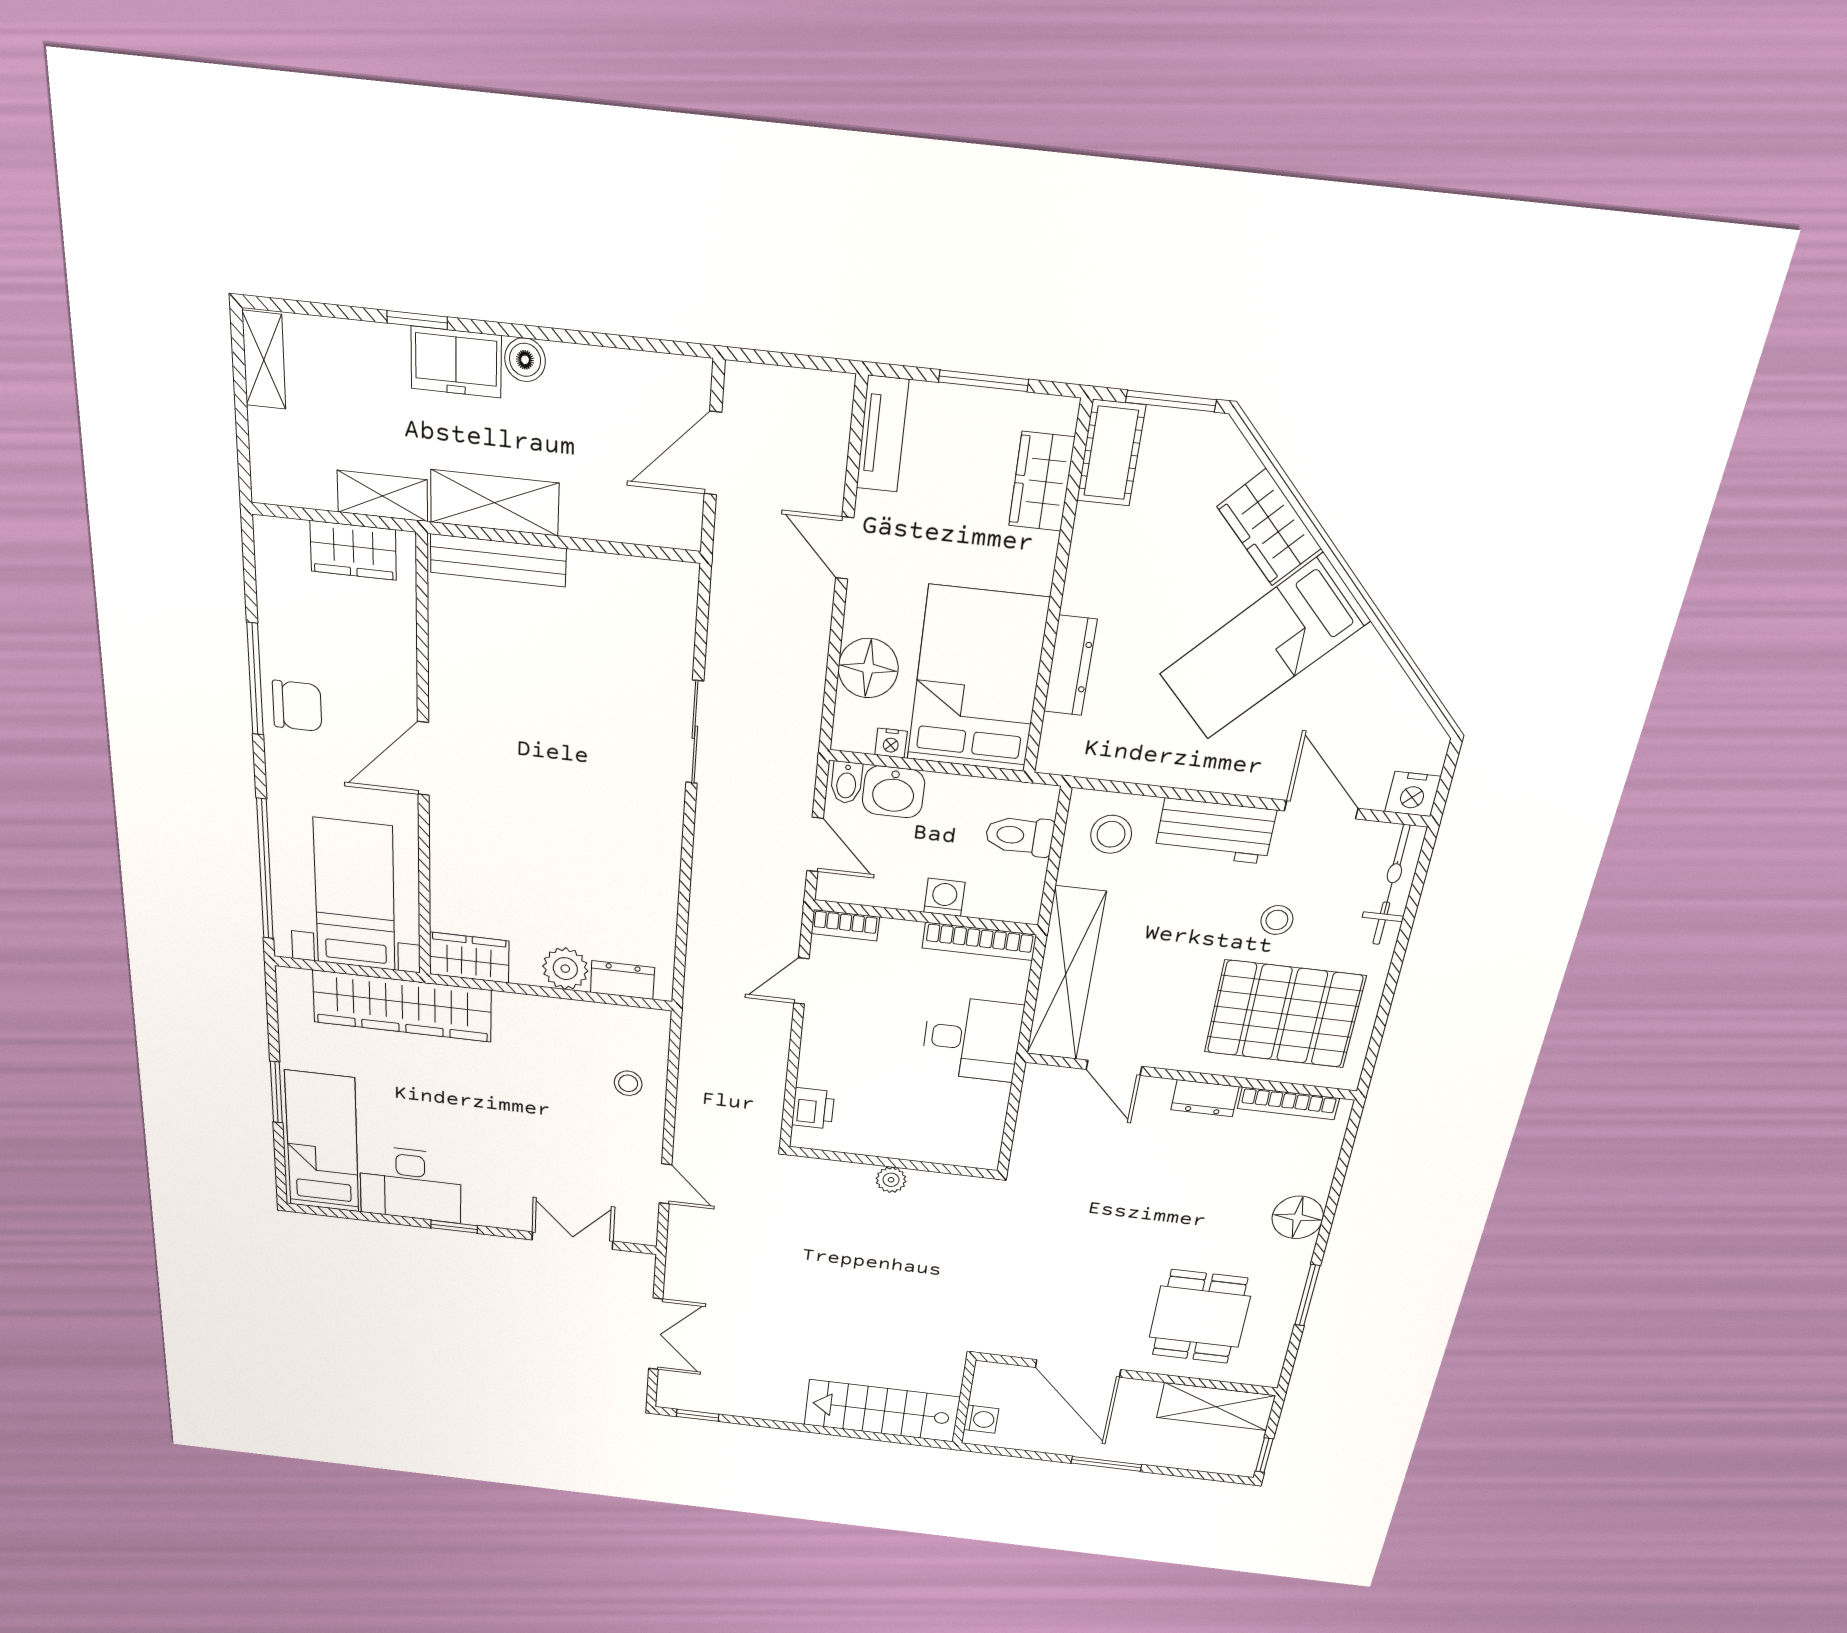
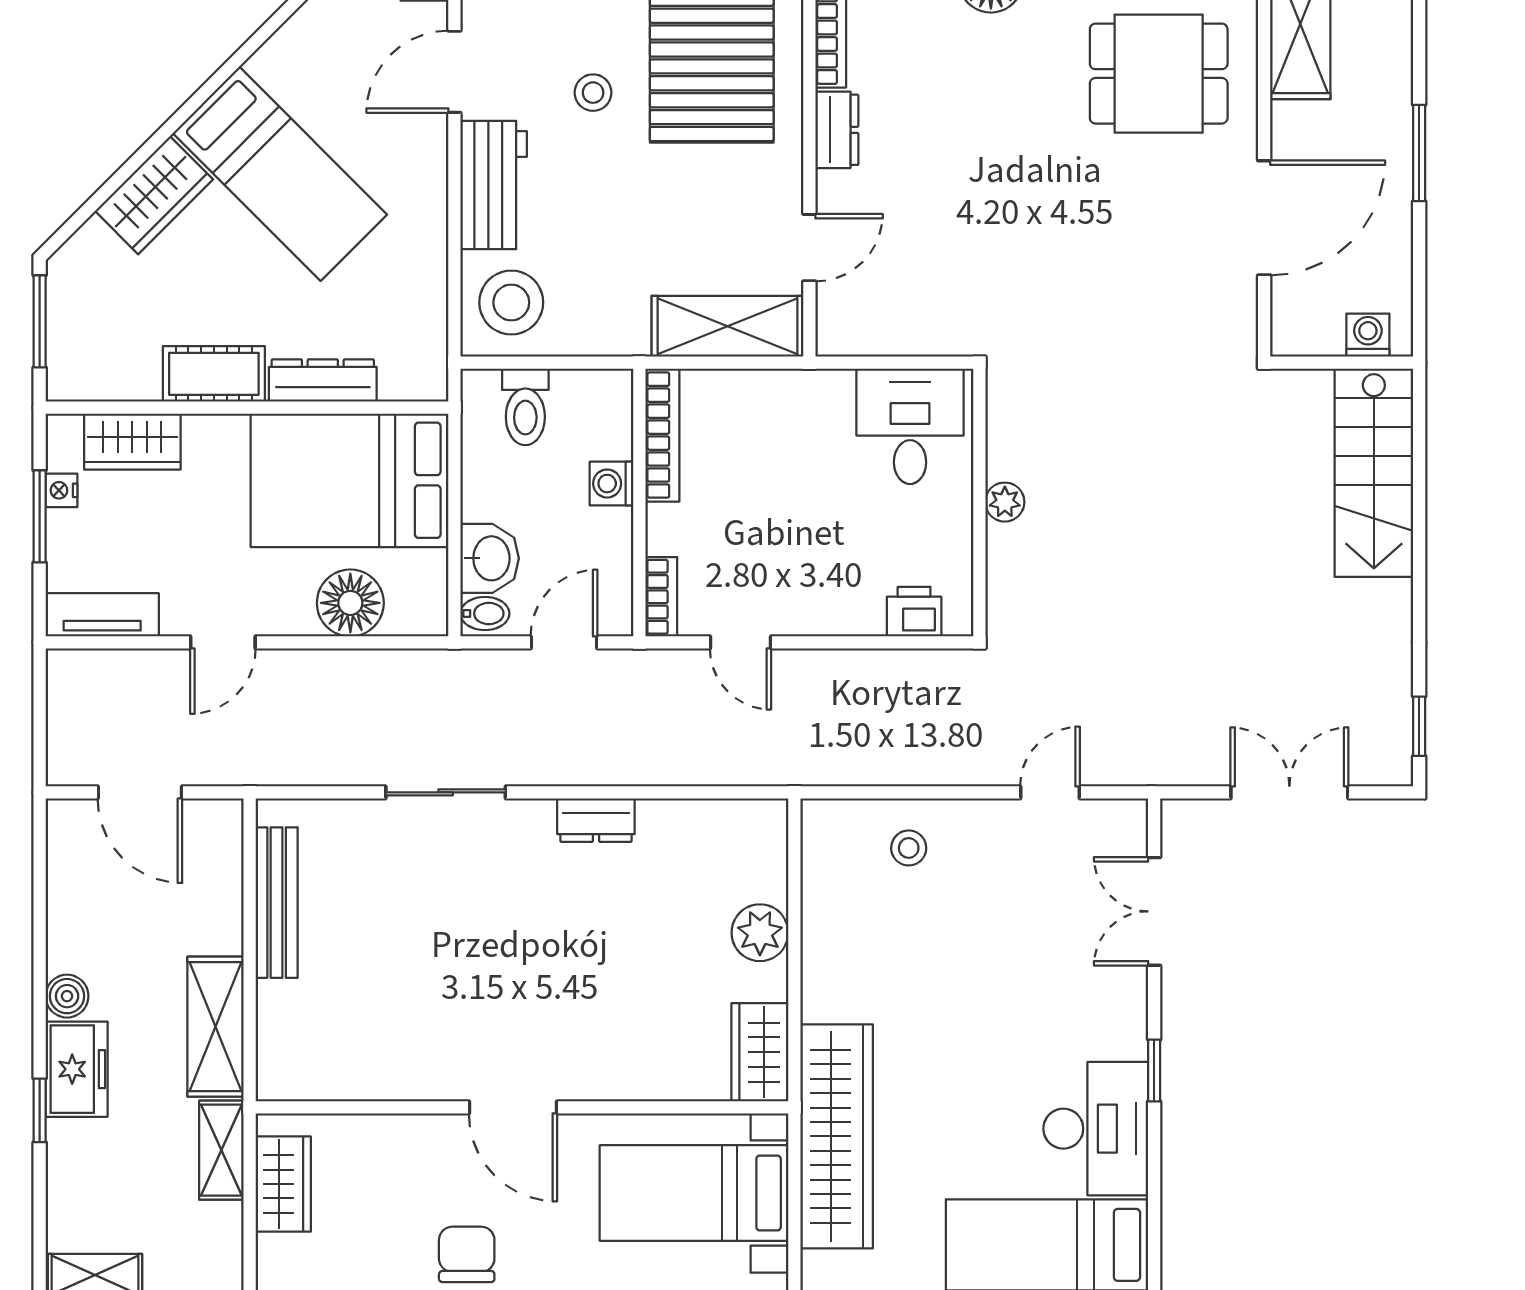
cot: (1111, 453) -> (214, 374), moved
bench: (498, 560) -> (277, 903), moved
nightstand: (891, 743) -> (61, 490), moved, turned 180
stool: (1111, 834) -> (511, 302), width x1.38, depth x1.38
shelving: (1066, 974) -> (727, 326), width x0.68
dresser: (622, 980) -> (596, 820), moved, turned -90
desk: (972, 1039) -> (910, 426), moved

